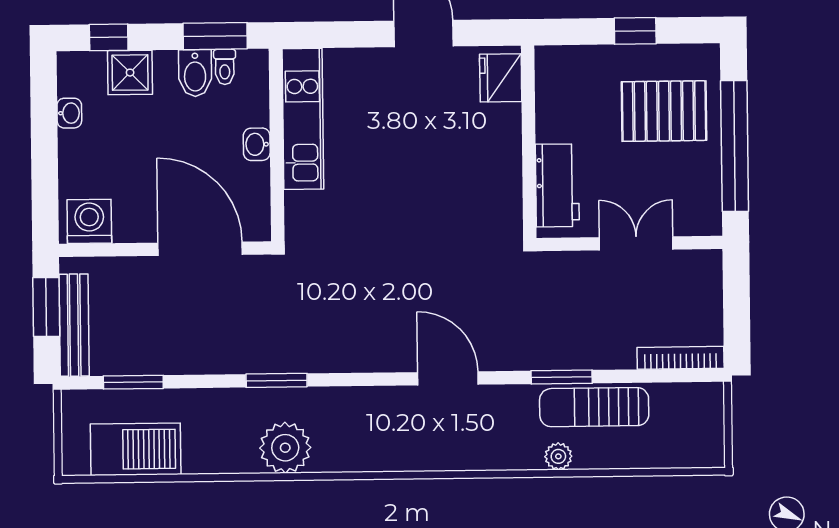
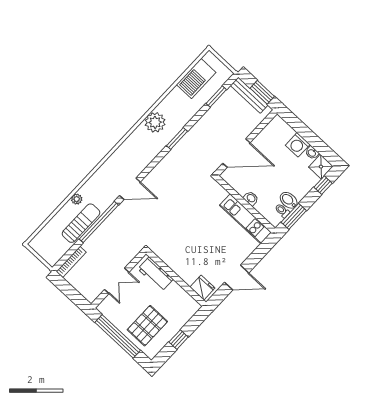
shower: (130, 73) -> (321, 167), moved
washing machine: (89, 221) -> (298, 145), moved, turned 90
window: (562, 377) -> (99, 222), width x2.11

